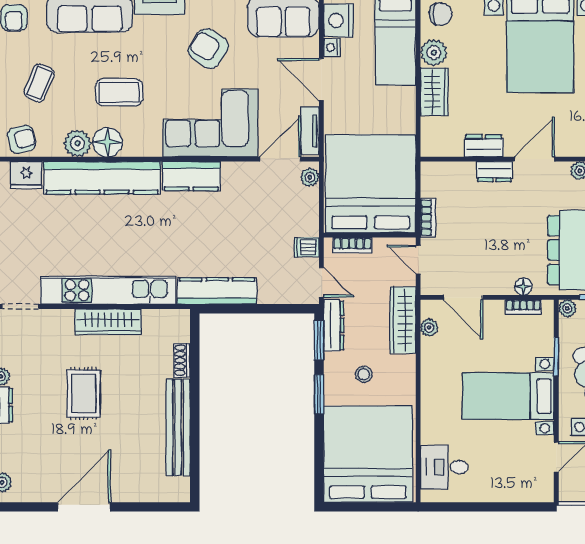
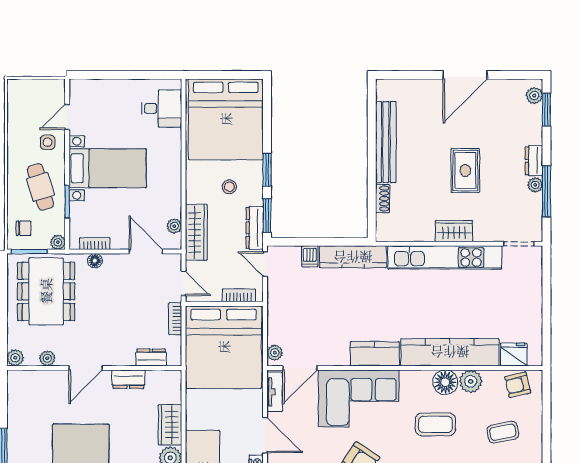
coffee table: (39, 83) -> (503, 432), turned 56
dresser: (494, 172) -> (151, 357), moved
dishwasher: (307, 247) -> (310, 256), moved, turned 90
wardrobe: (108, 322) -> (454, 231), width x0.67

